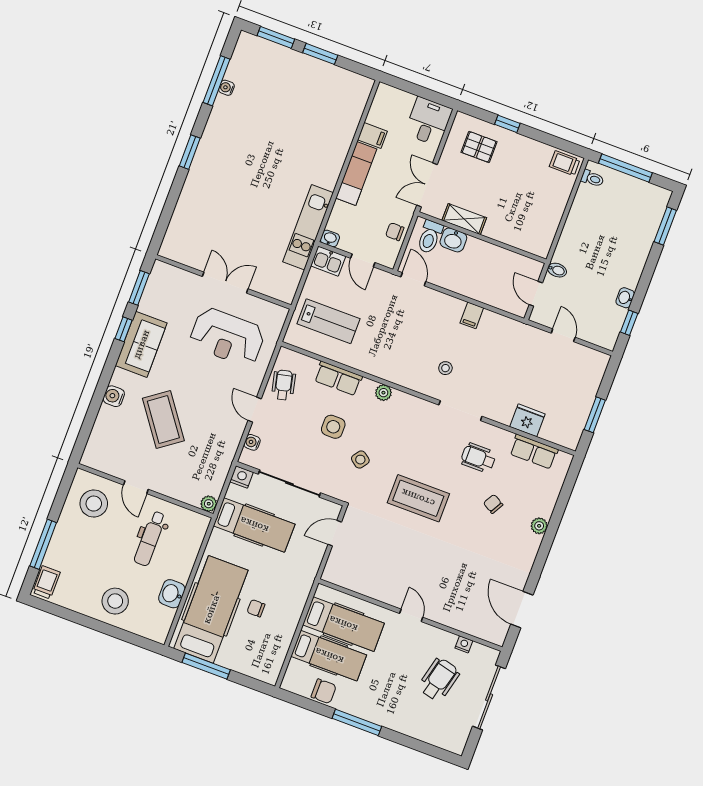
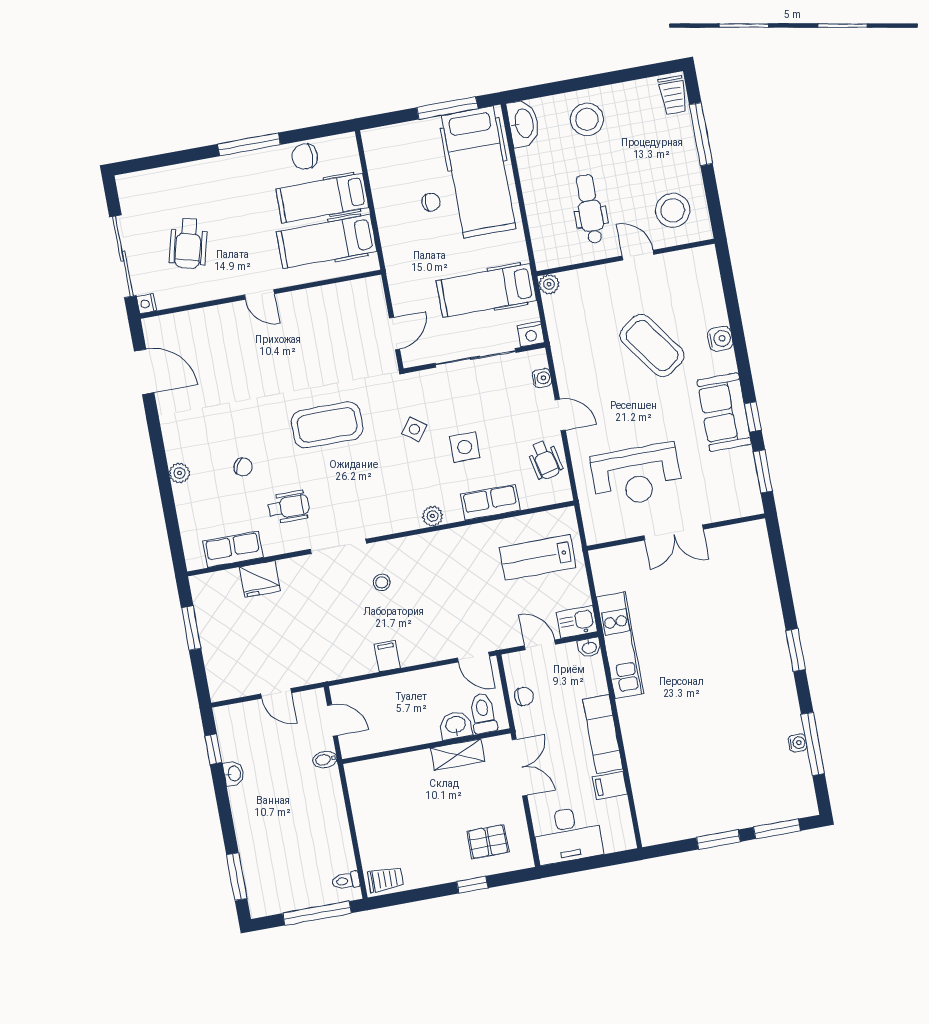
desk: (428, 121) -> (567, 835), width x1.37
reception desk: (227, 337) -> (636, 475), turned 180
washbasin: (172, 594) -> (523, 123), moved, width x1.38
nightstand: (464, 644) -> (146, 304), moved, turned 90

